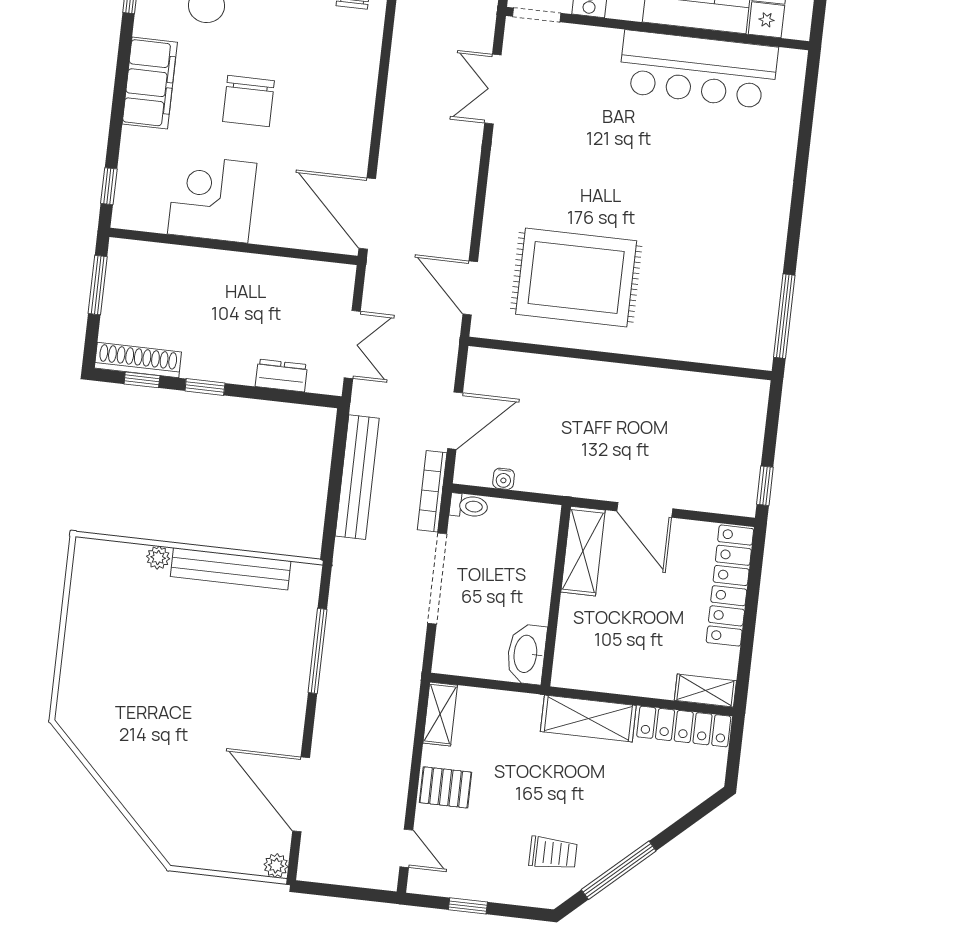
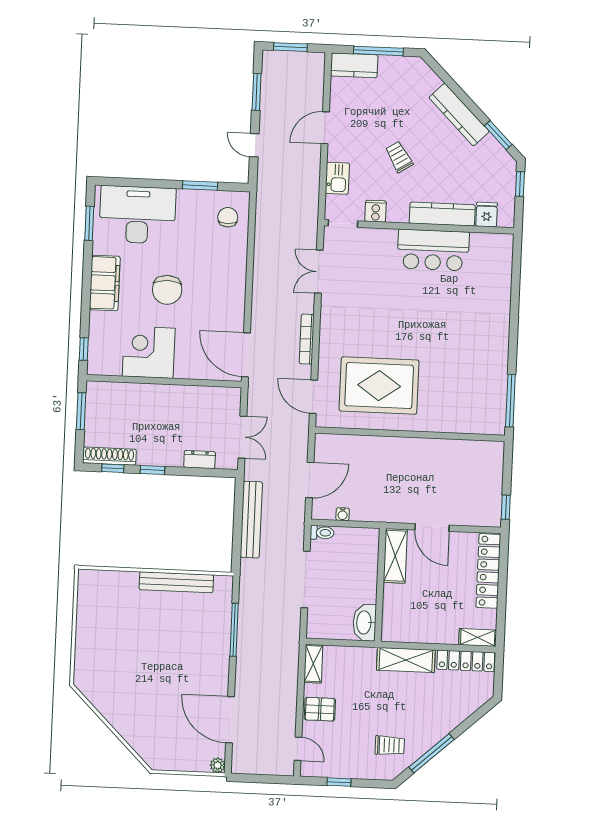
bar counter: (698, 70) -> (433, 250), width x0.73
bookcase: (432, 491) -> (307, 339), moved
plant: (158, 558) -> (131, 578), removed

